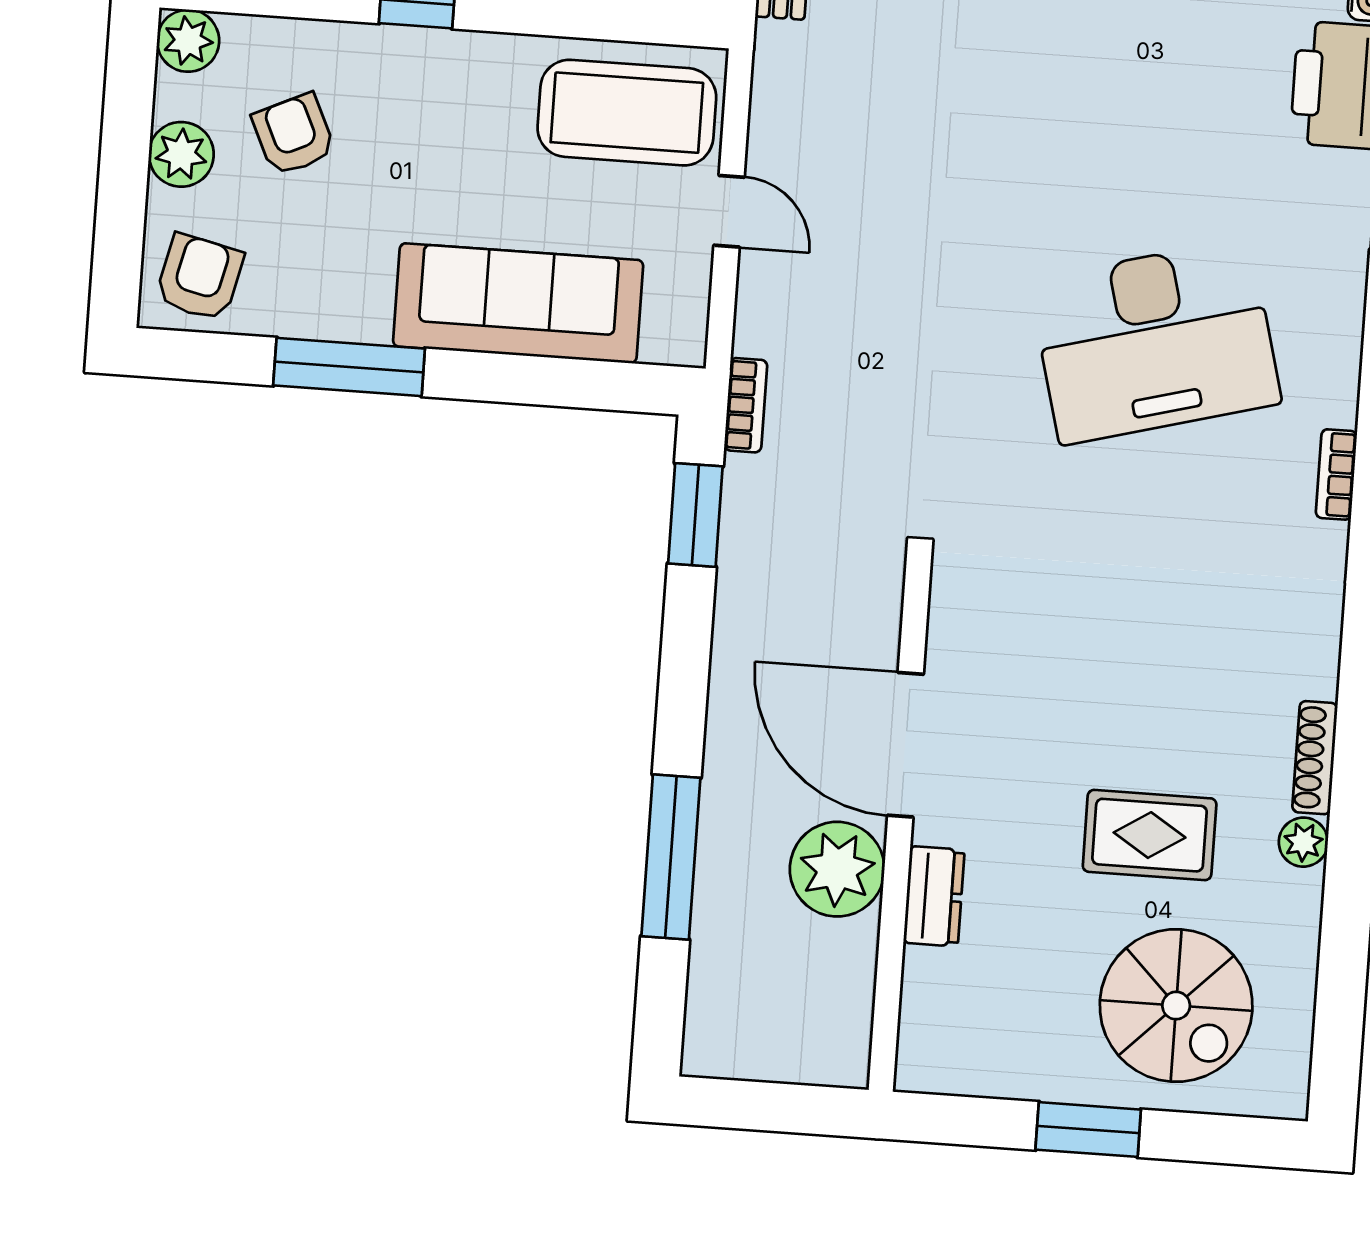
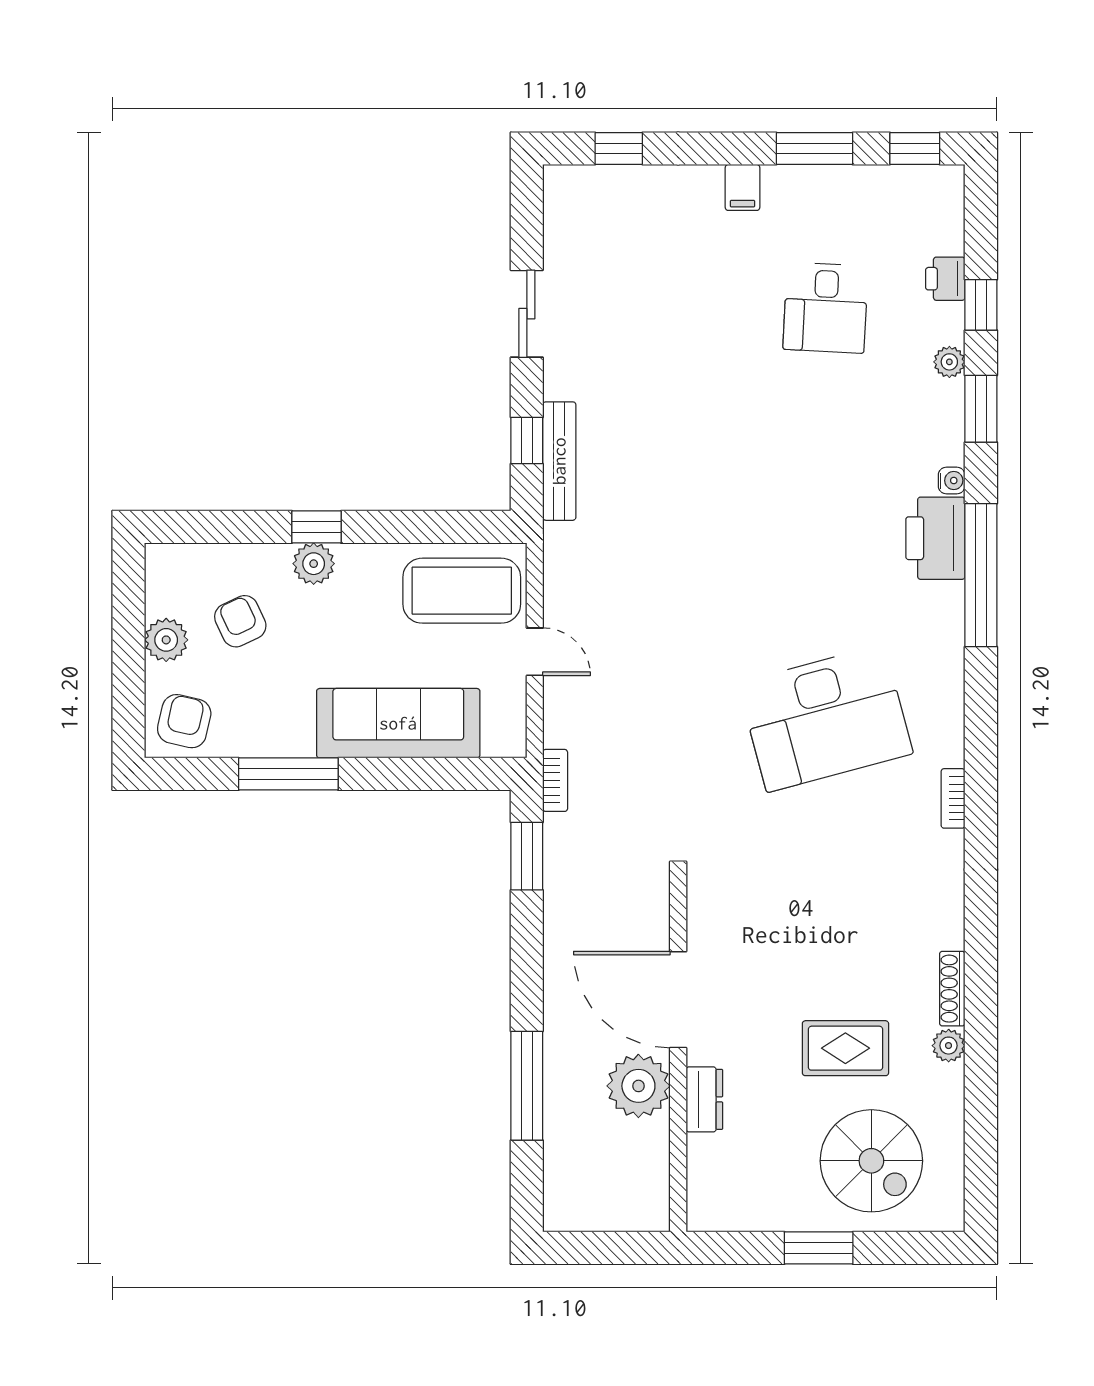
plant: (188, 41) -> (314, 564), moved

